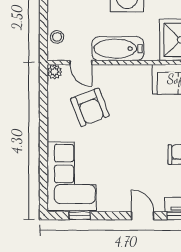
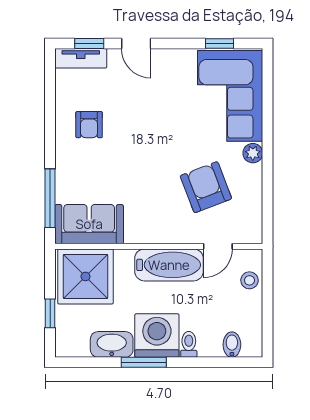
door: (81, 63) -> (218, 246), swing flipped
plant: (54, 72) -> (253, 153), moved

